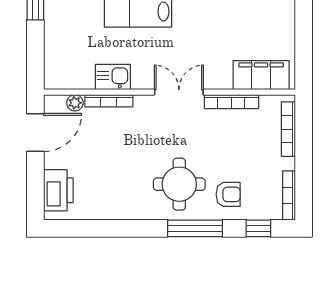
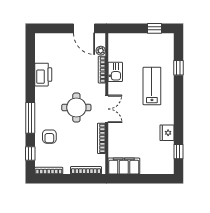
filing cabinet: (261, 75) -> (124, 166), moved, turned -90
round table: (179, 184) -> (76, 107), moved
printer: (58, 190) -> (43, 75), moved, turned -90

